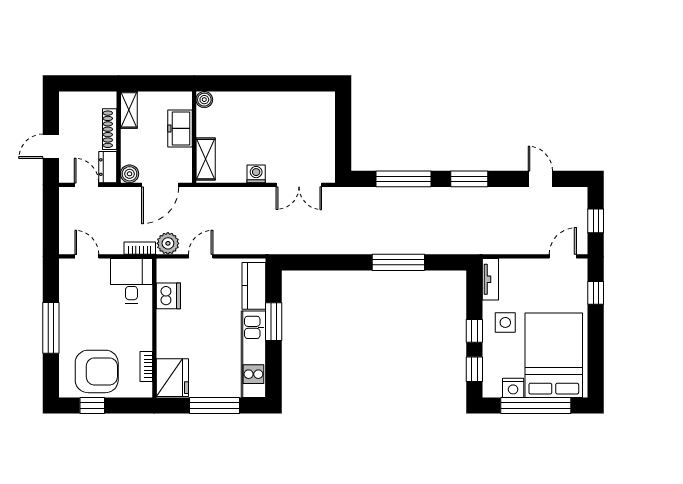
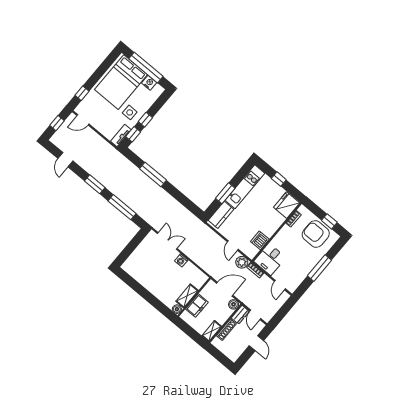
door: (51, 146) -> (256, 343), hinge flipped
shelving: (206, 159) -> (187, 296), moved
door: (201, 256) -> (233, 246), hinge flipped
window: (474, 369) -> (133, 134), moved
window: (215, 405) -> (279, 179), width x0.46

